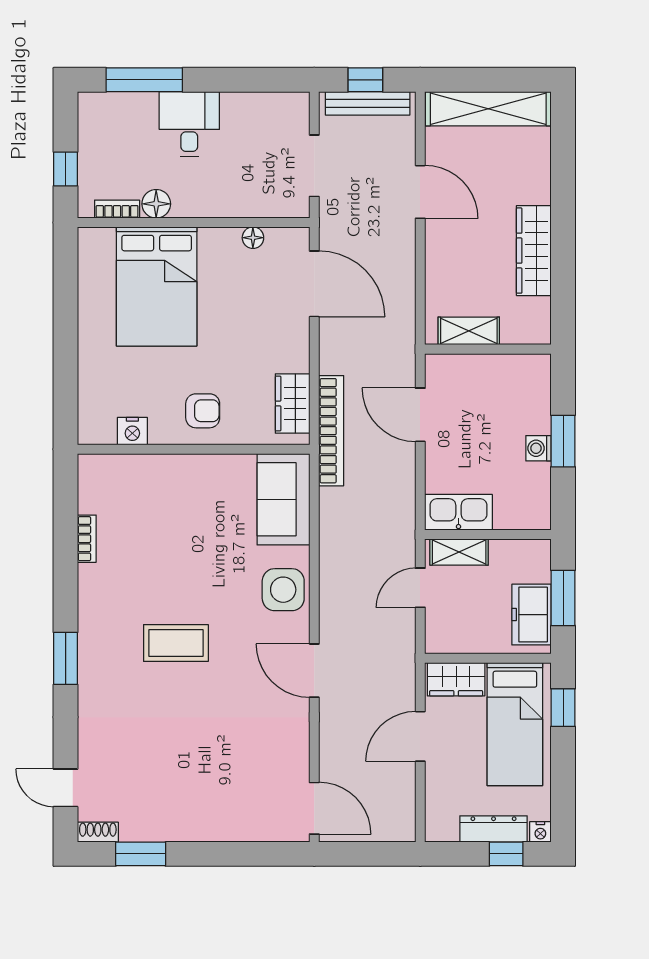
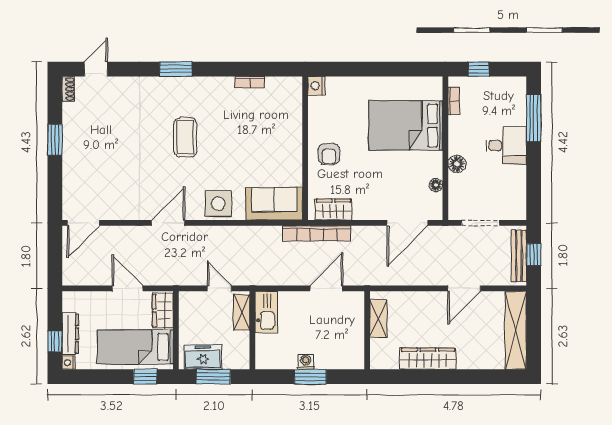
floor lamp: (156, 204) -> (457, 164), moved
nightstand: (132, 431) -> (316, 86), moved
window: (141, 854) -> (55, 140), moved

